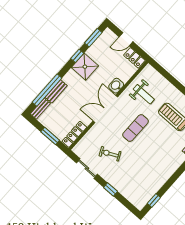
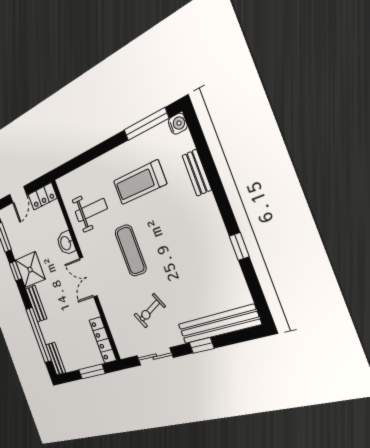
bench: (56, 91) -> (36, 304), moved
double door: (105, 109) -> (88, 277), width x0.73
bench: (127, 192) -> (218, 324), added
window: (154, 200) -> (239, 246), moved

